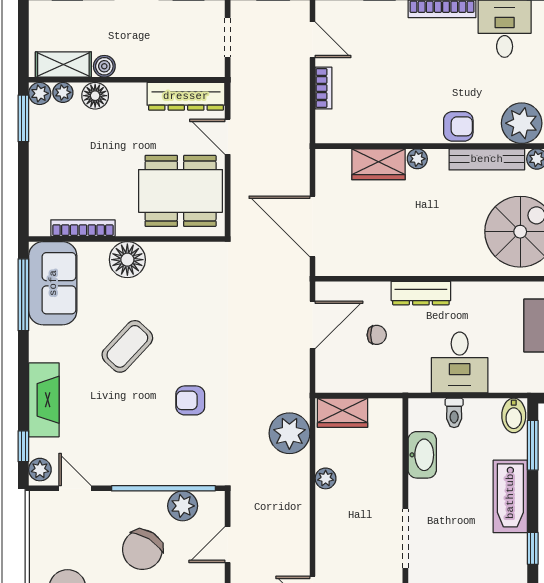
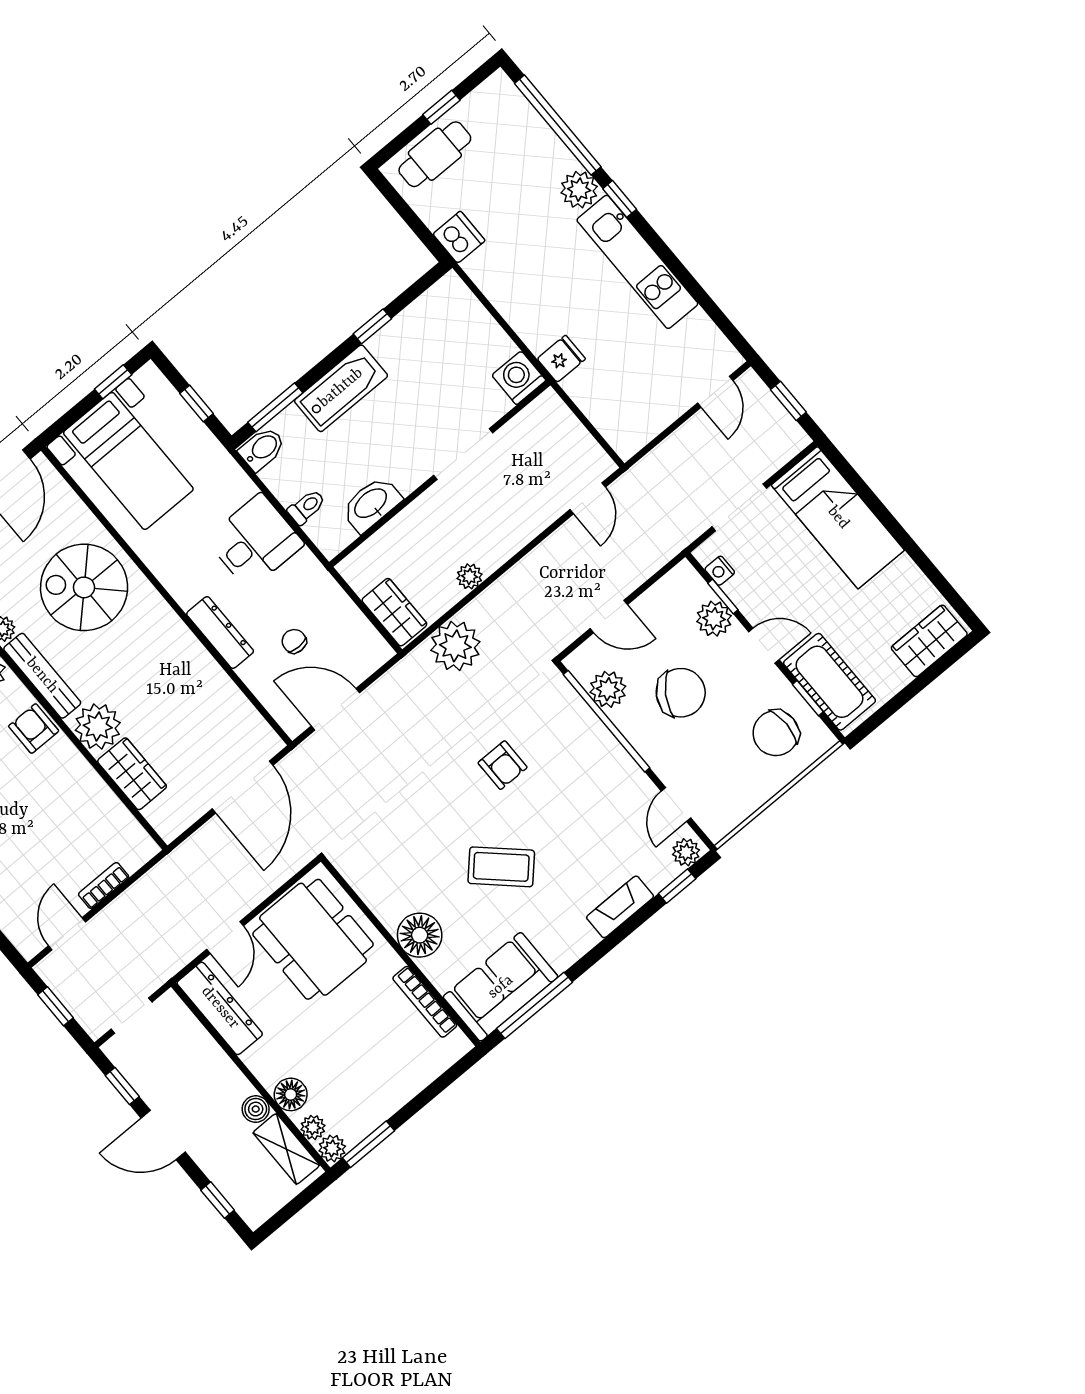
plant: (417, 159) -> (98, 727), width x1.88, depth x1.88
fireplace: (44, 400) -> (620, 907), width x0.73, depth x0.76

